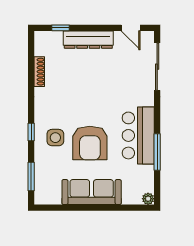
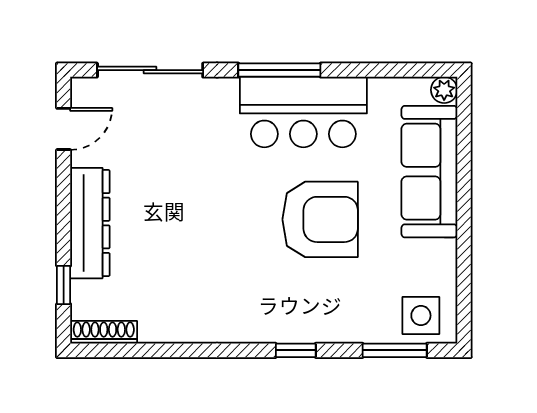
shoe rack: (39, 72) -> (104, 332), moved
side table: (55, 138) -> (421, 316), moved
window: (157, 152) -> (279, 70), moved
sofa: (92, 192) -> (429, 172), moved

